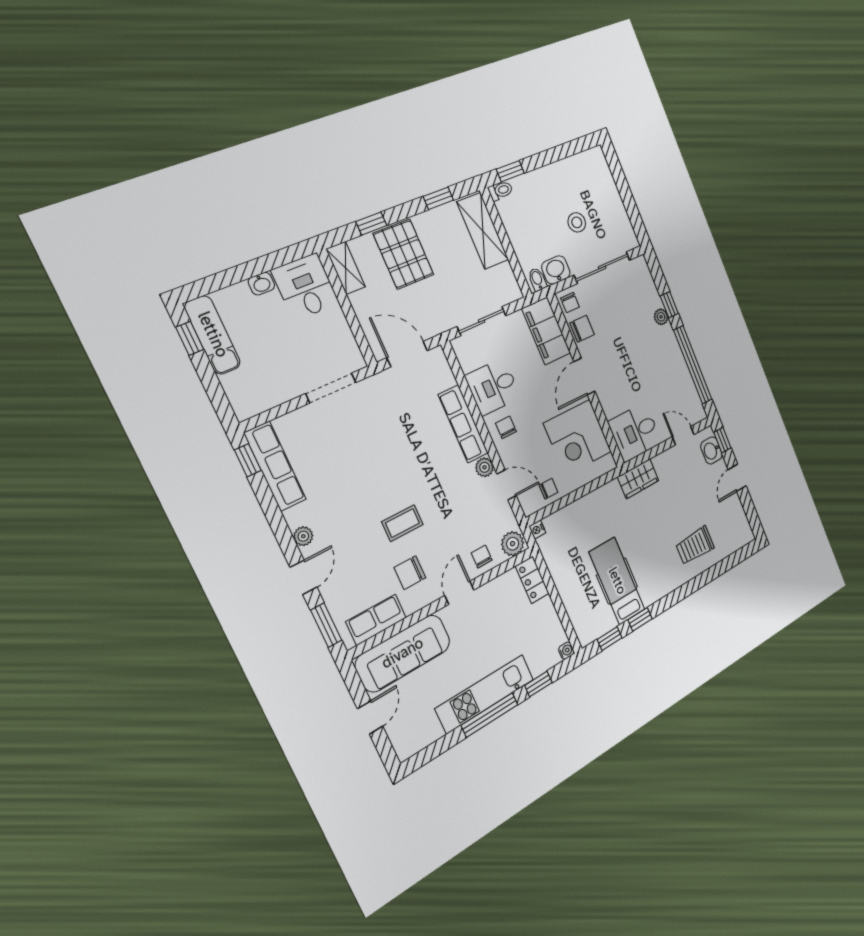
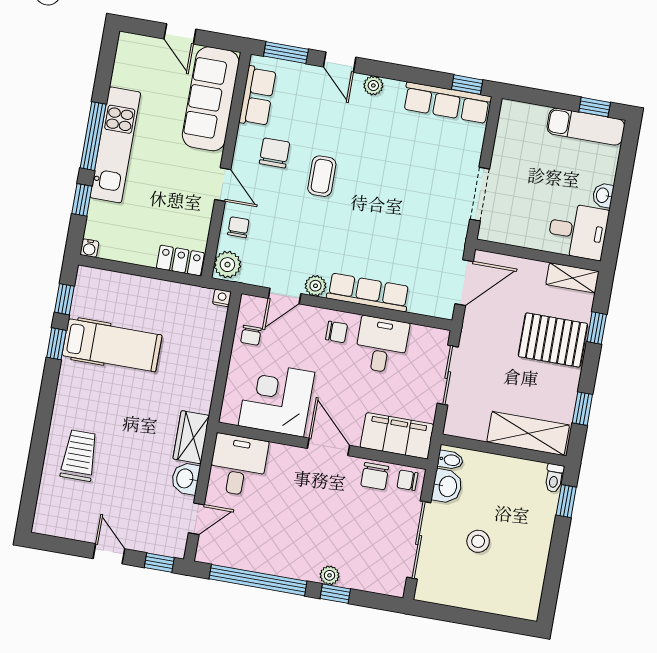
washbasin: (711, 450) -> (185, 479), moved, turned -90
chair: (482, 557) -> (238, 227), turned -90

